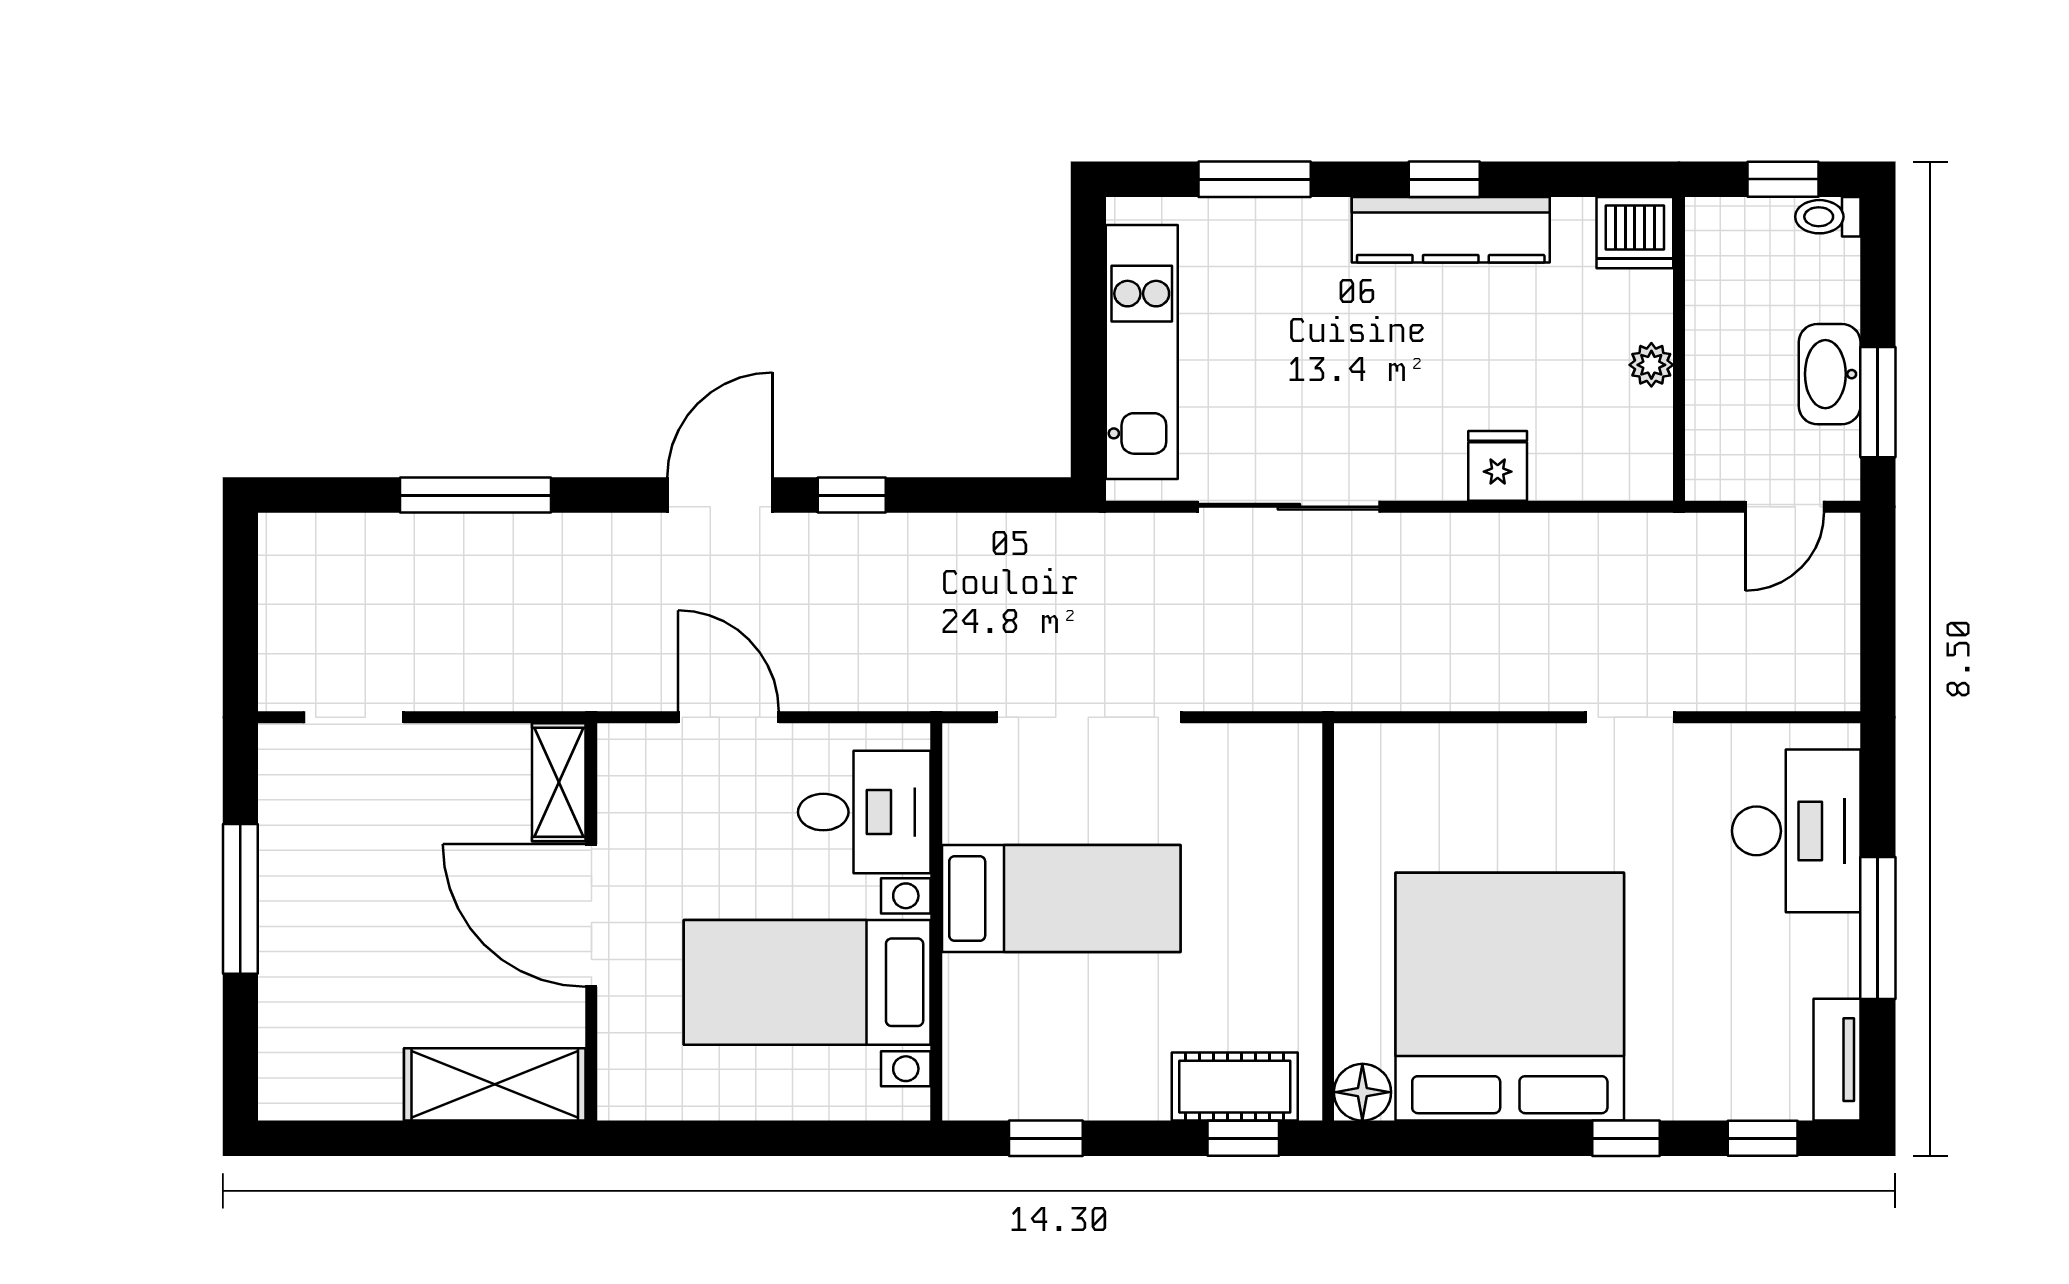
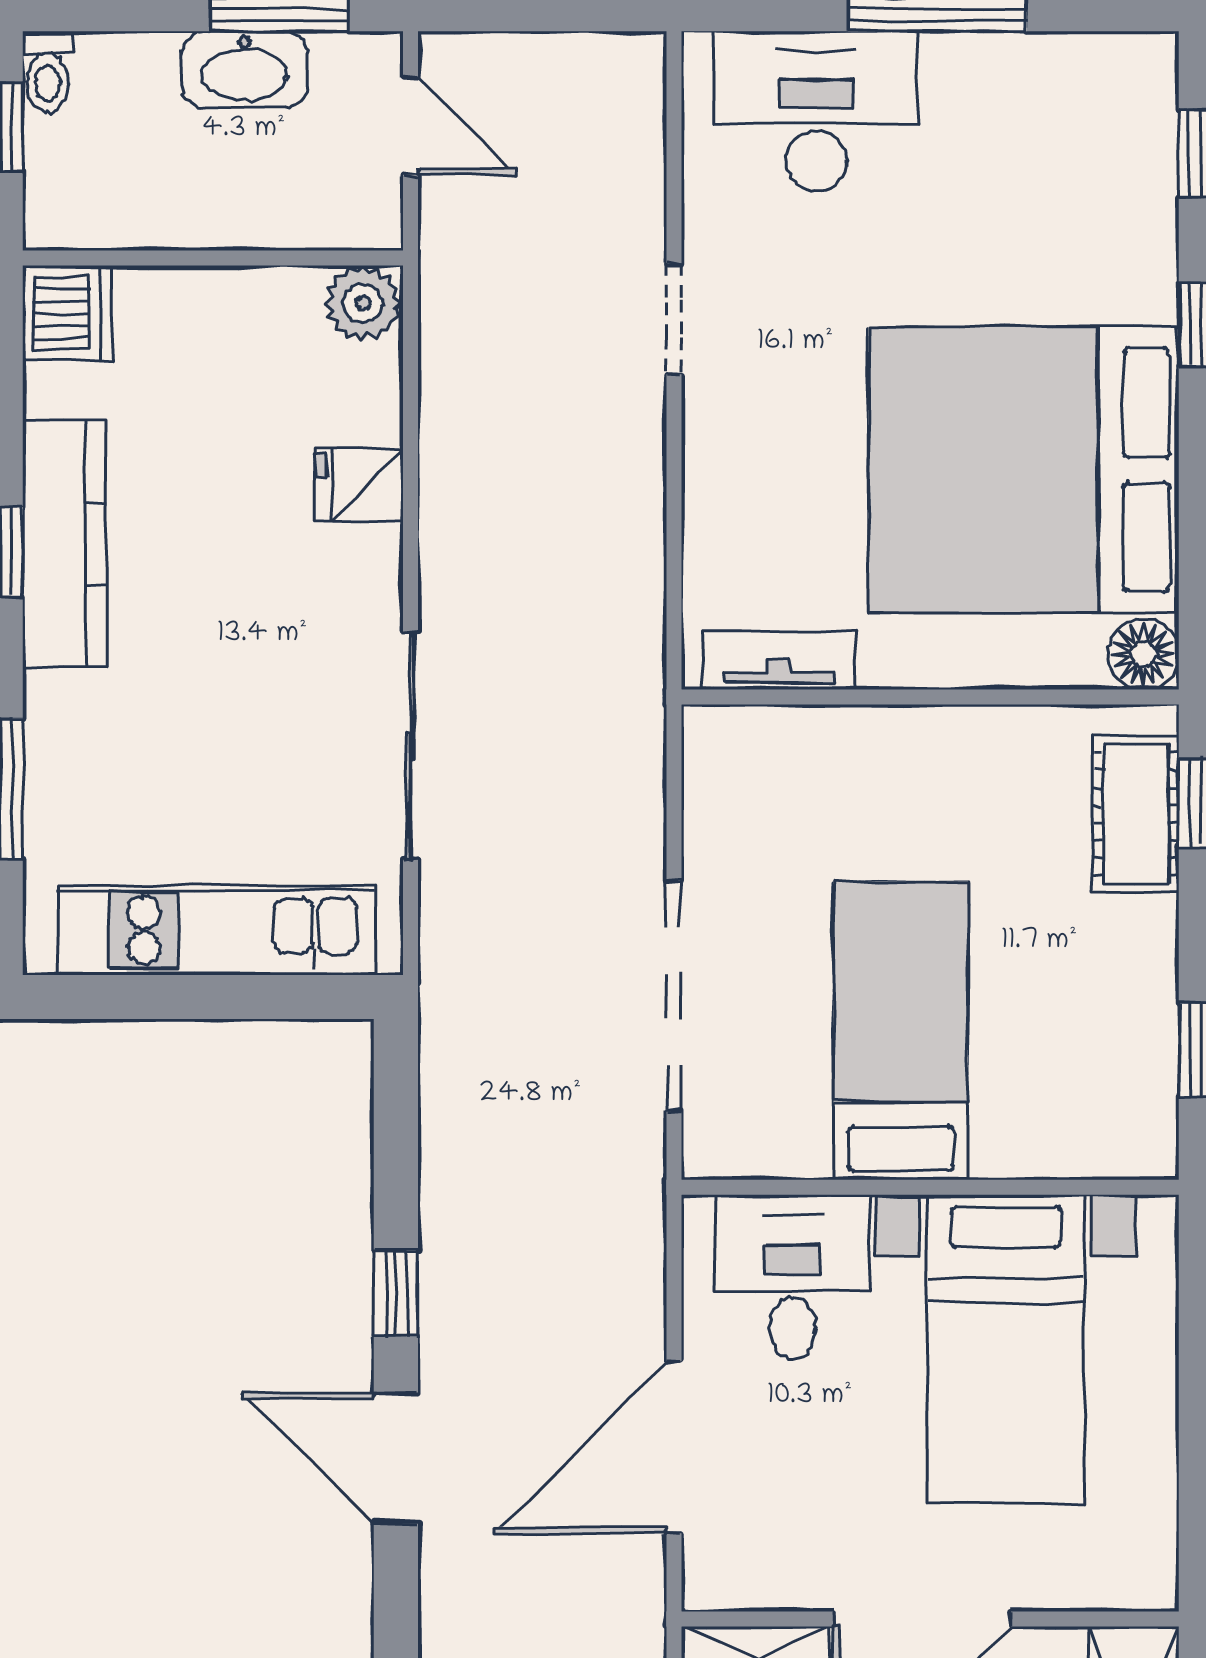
plant: (1651, 365) -> (363, 303), moved, width x1.38, depth x1.38
door: (728, 717) -> (674, 1447), width x1.36
tv unit: (1837, 1060) -> (779, 661), moved, turned 180

